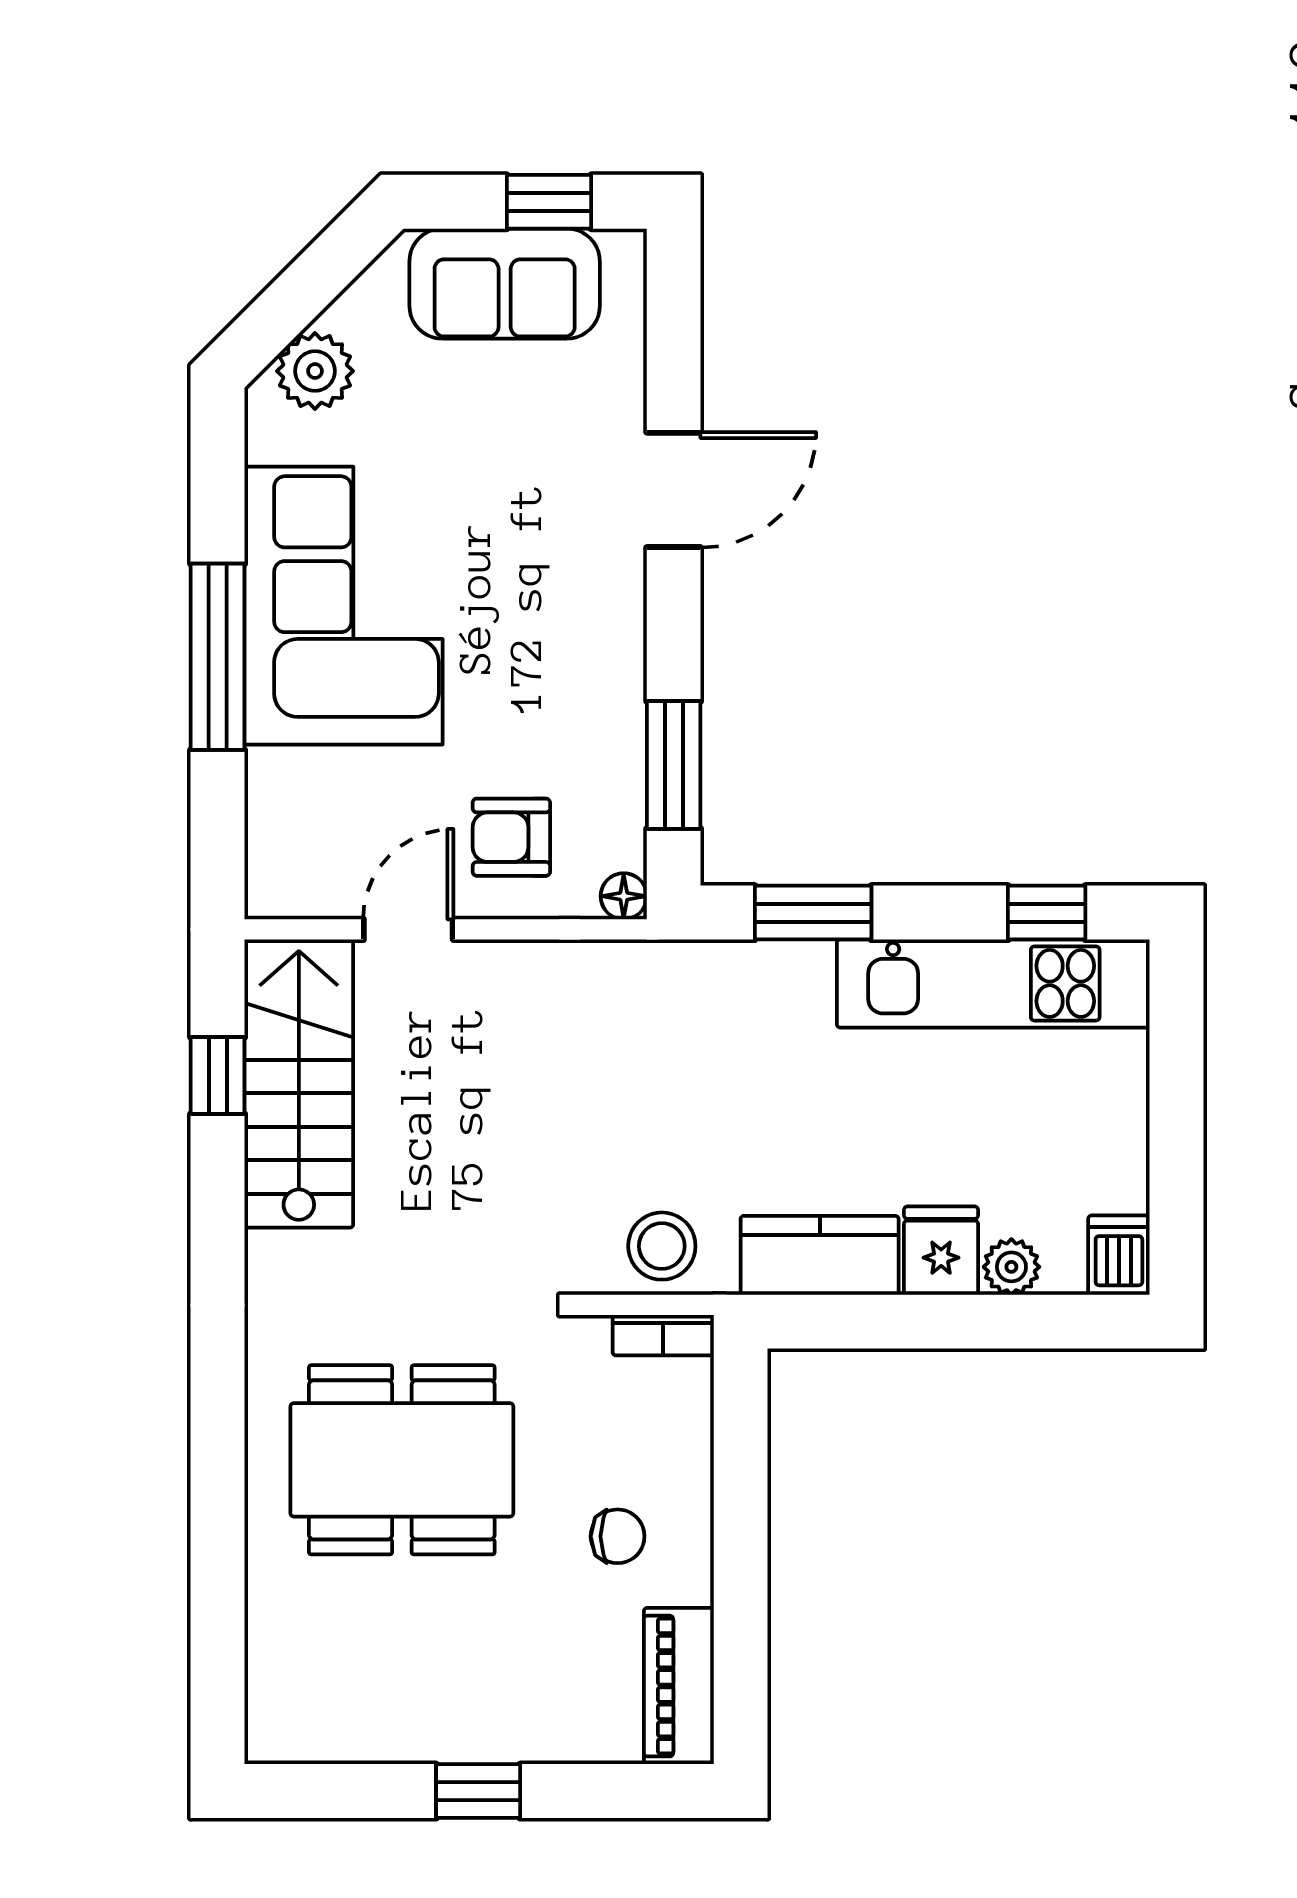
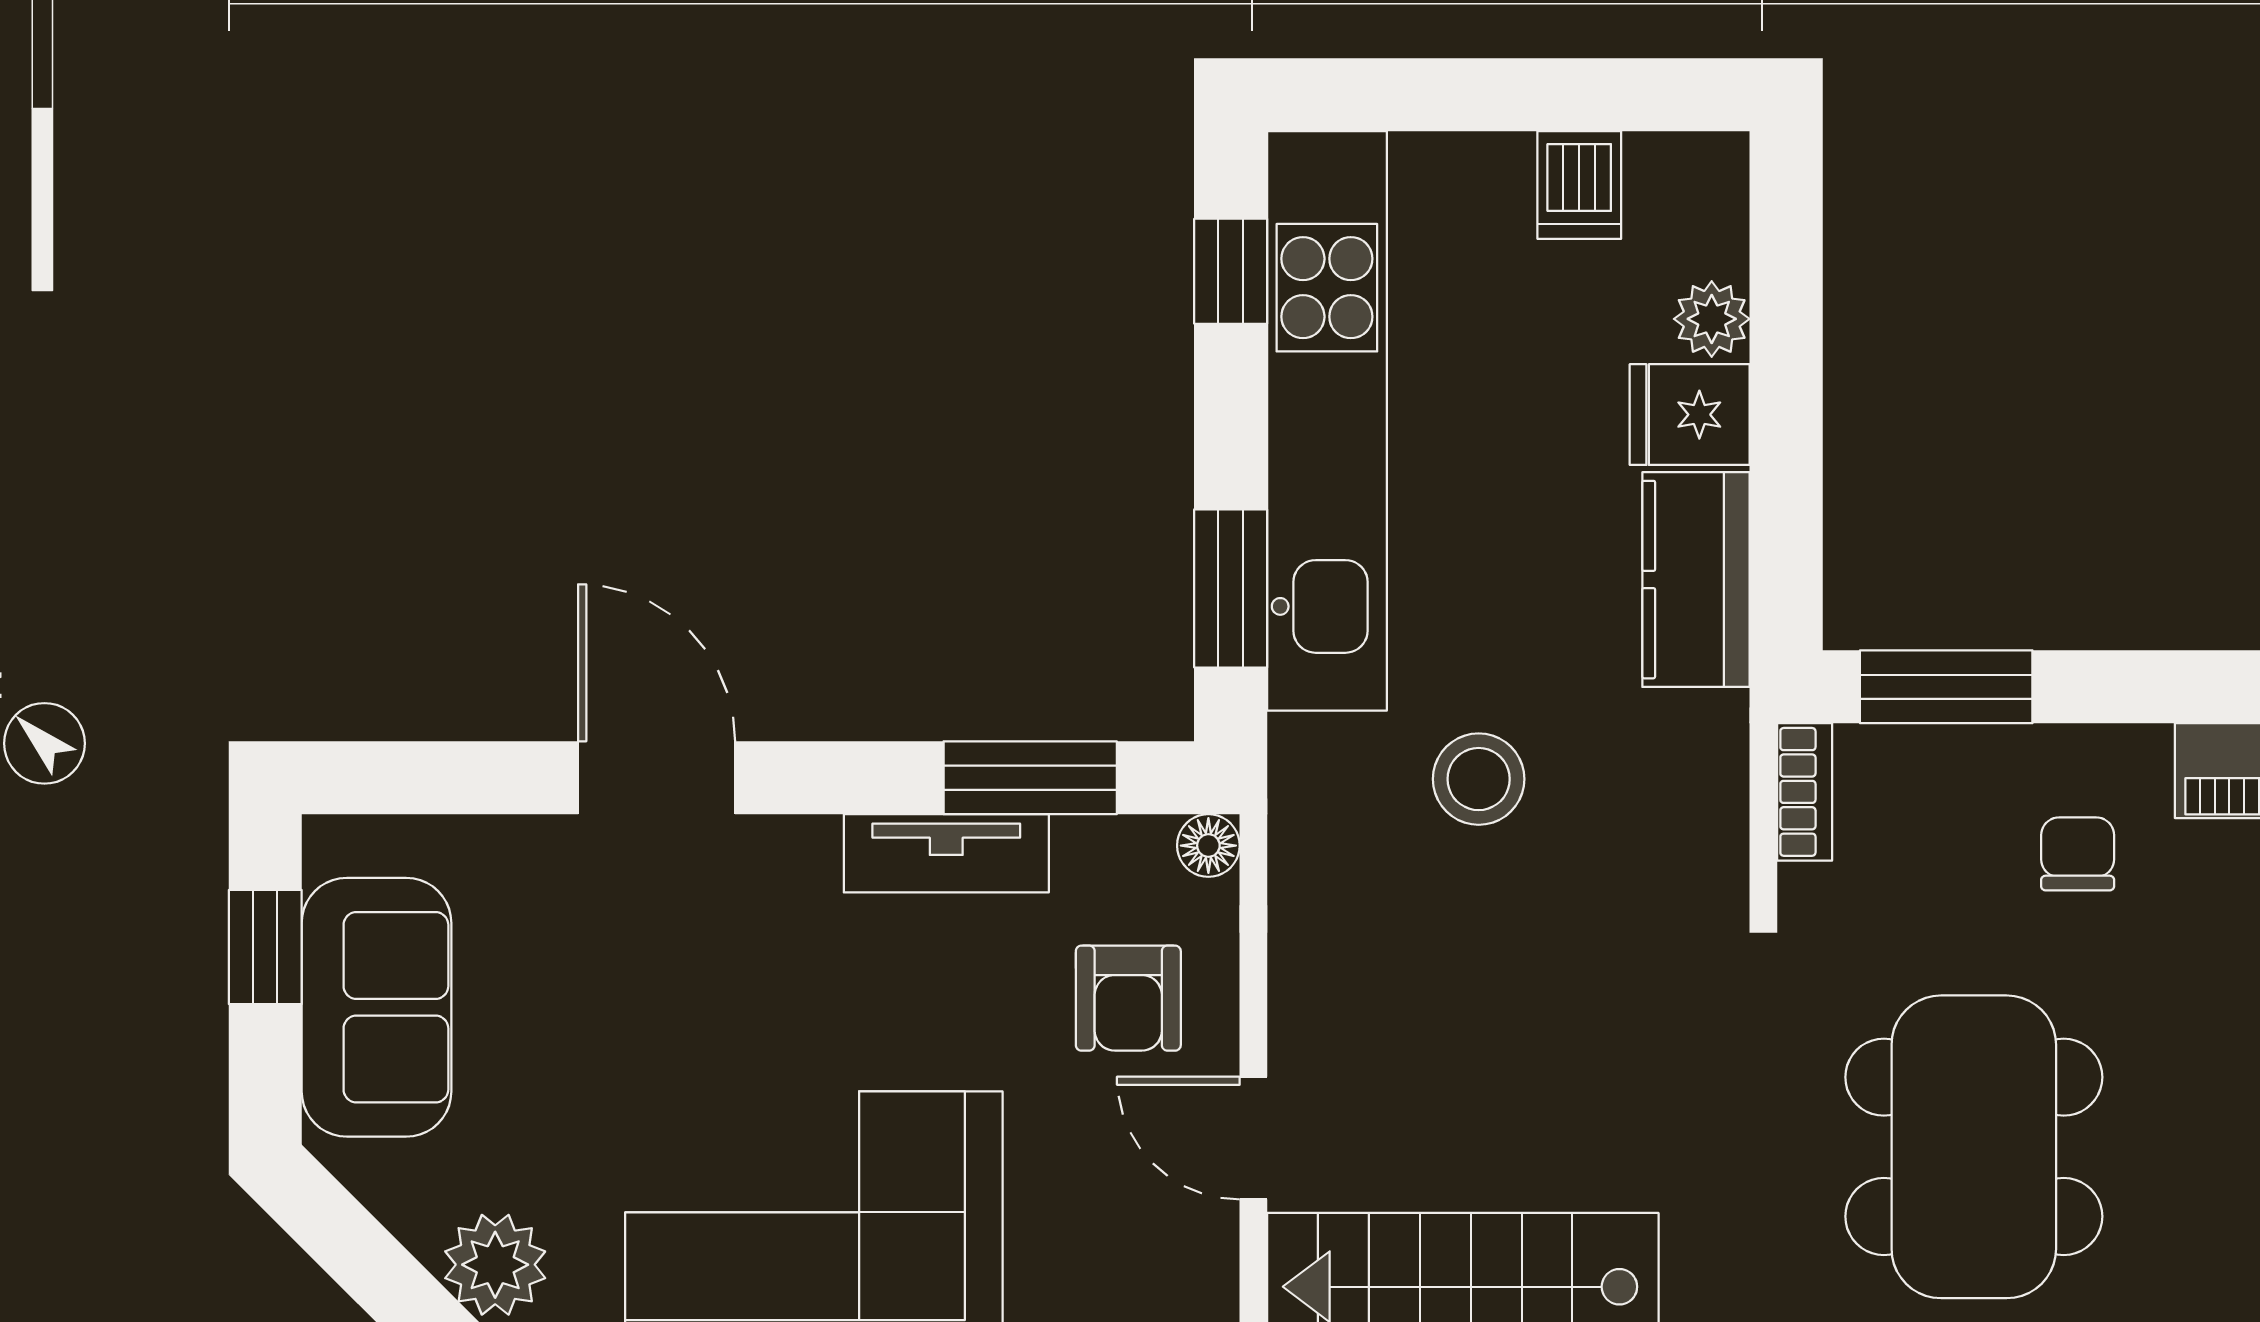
tv unit: (618, 703) -> (946, 853), added
kitchen unit: (993, 983) -> (1327, 421), width x1.36
stool: (662, 1246) -> (1479, 779), moved
dishwasher: (1119, 1255) -> (1579, 185), moved, turned -90
window: (741, 1440) -> (1946, 687), added

